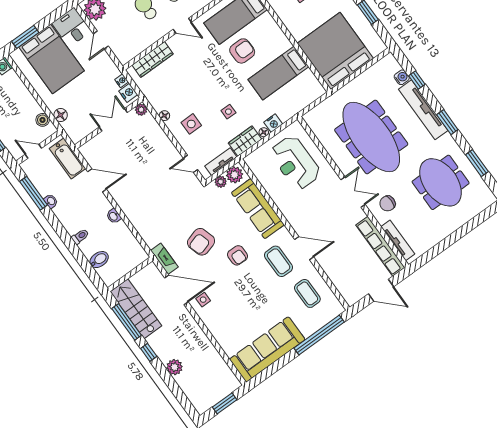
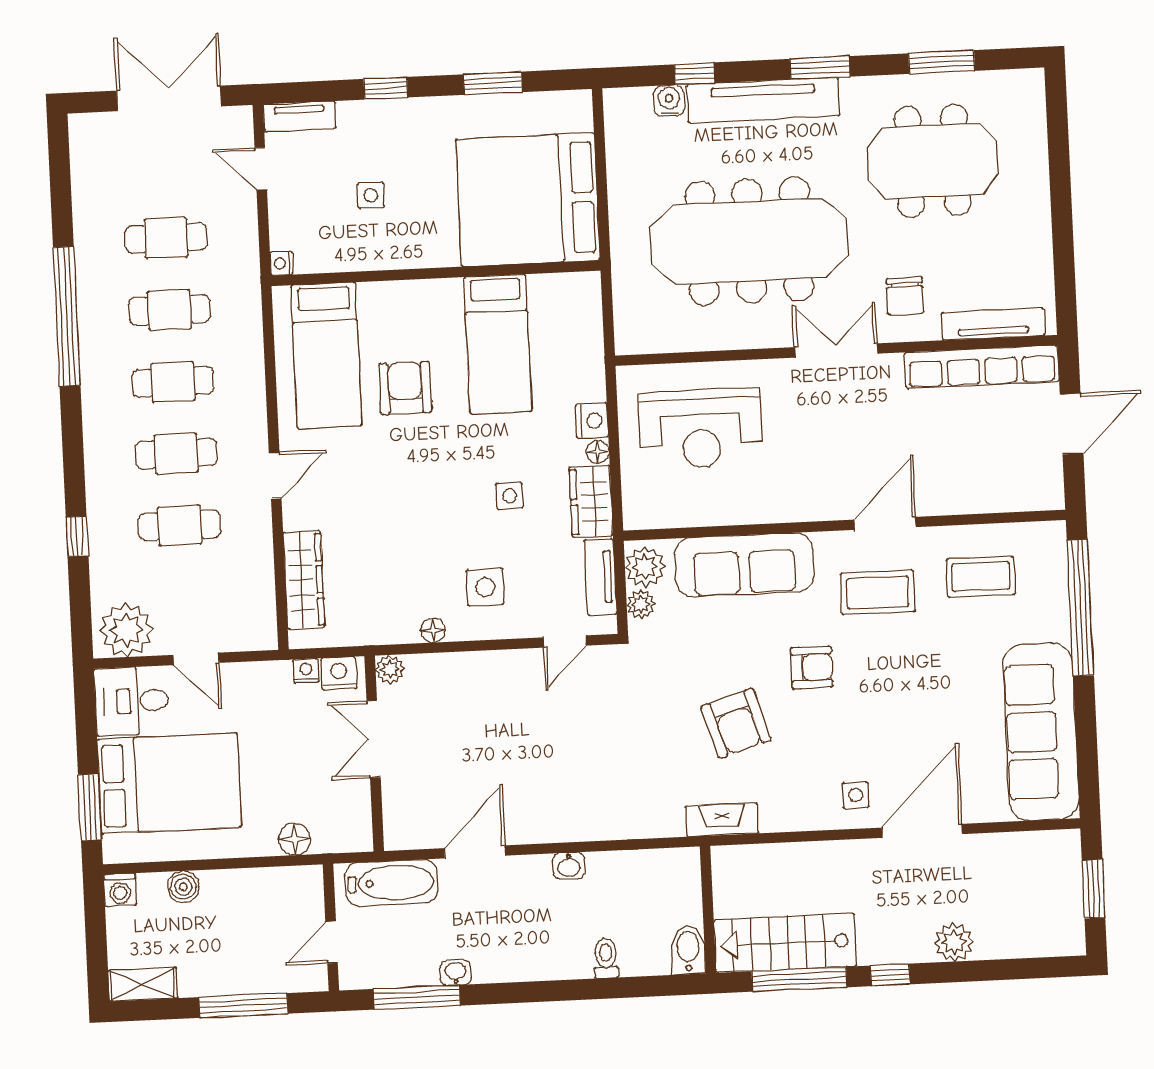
boiler: (43, 120) -> (183, 887), moved
toilet: (80, 236) -> (606, 958), moved
bidet: (99, 260) -> (688, 950), moved
door: (176, 290) -> (922, 831), moved

